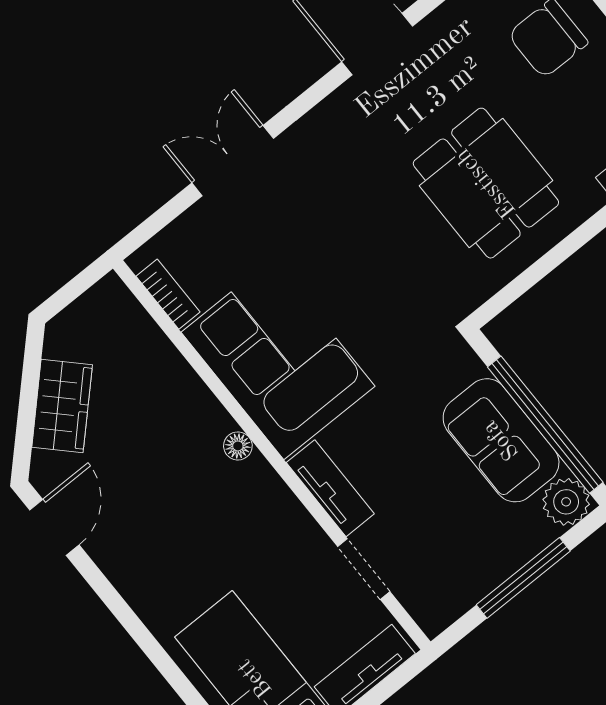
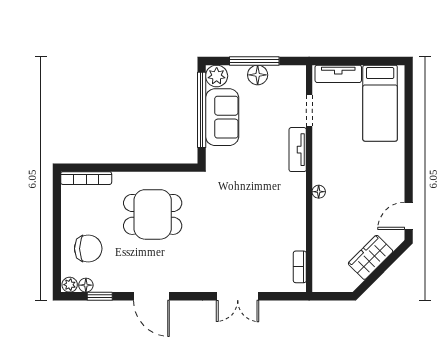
dining table: (486, 183) -> (153, 214), turned 90
corner sofa: (278, 359) -> (279, 211), removed
floor lamp: (499, 559) -> (258, 75), added

